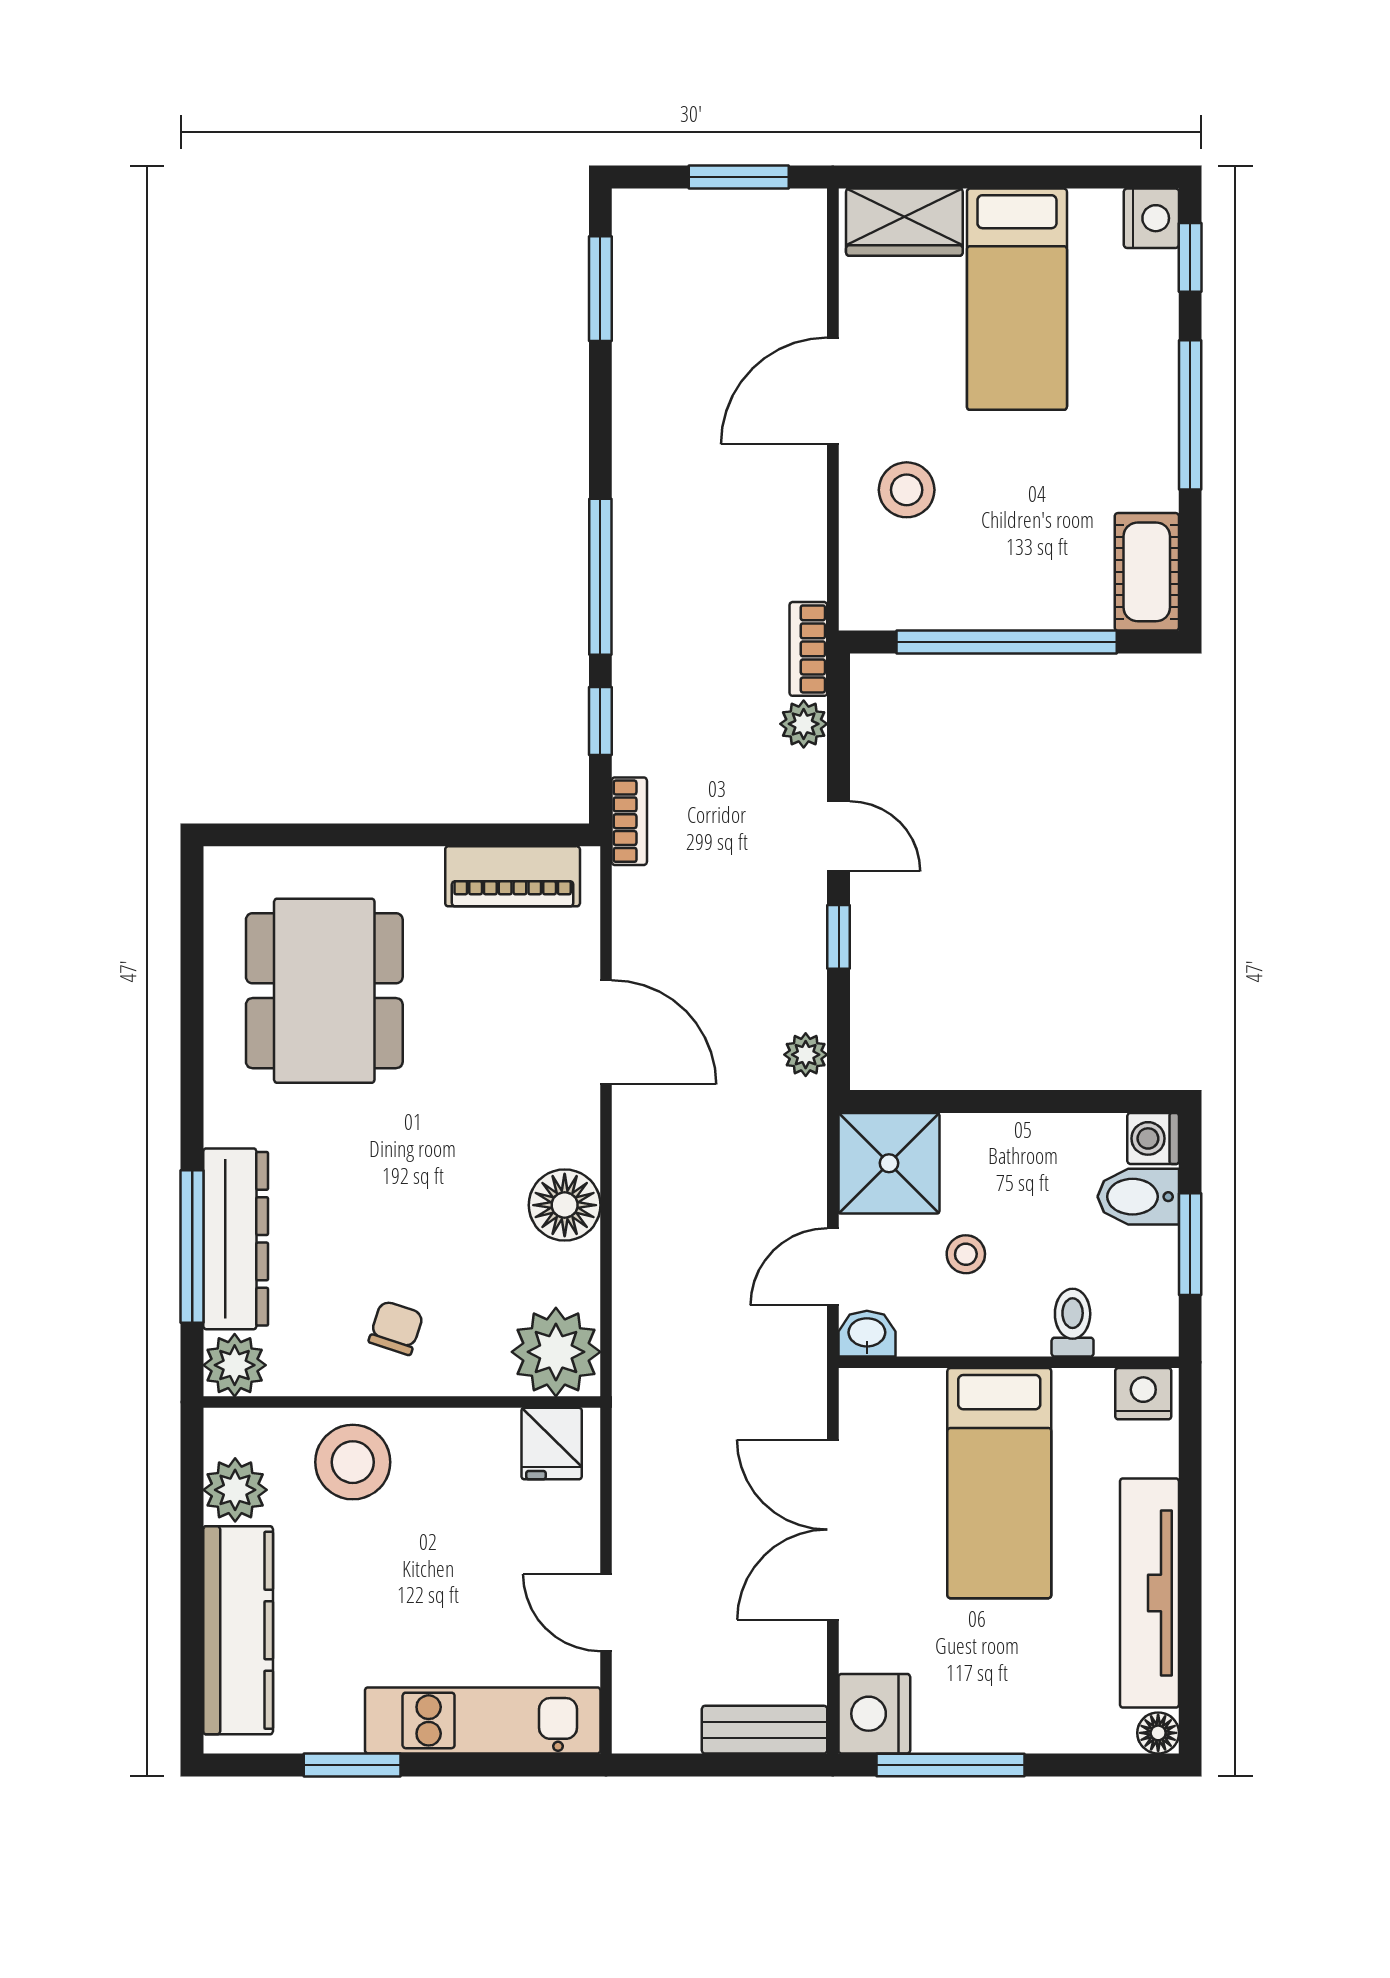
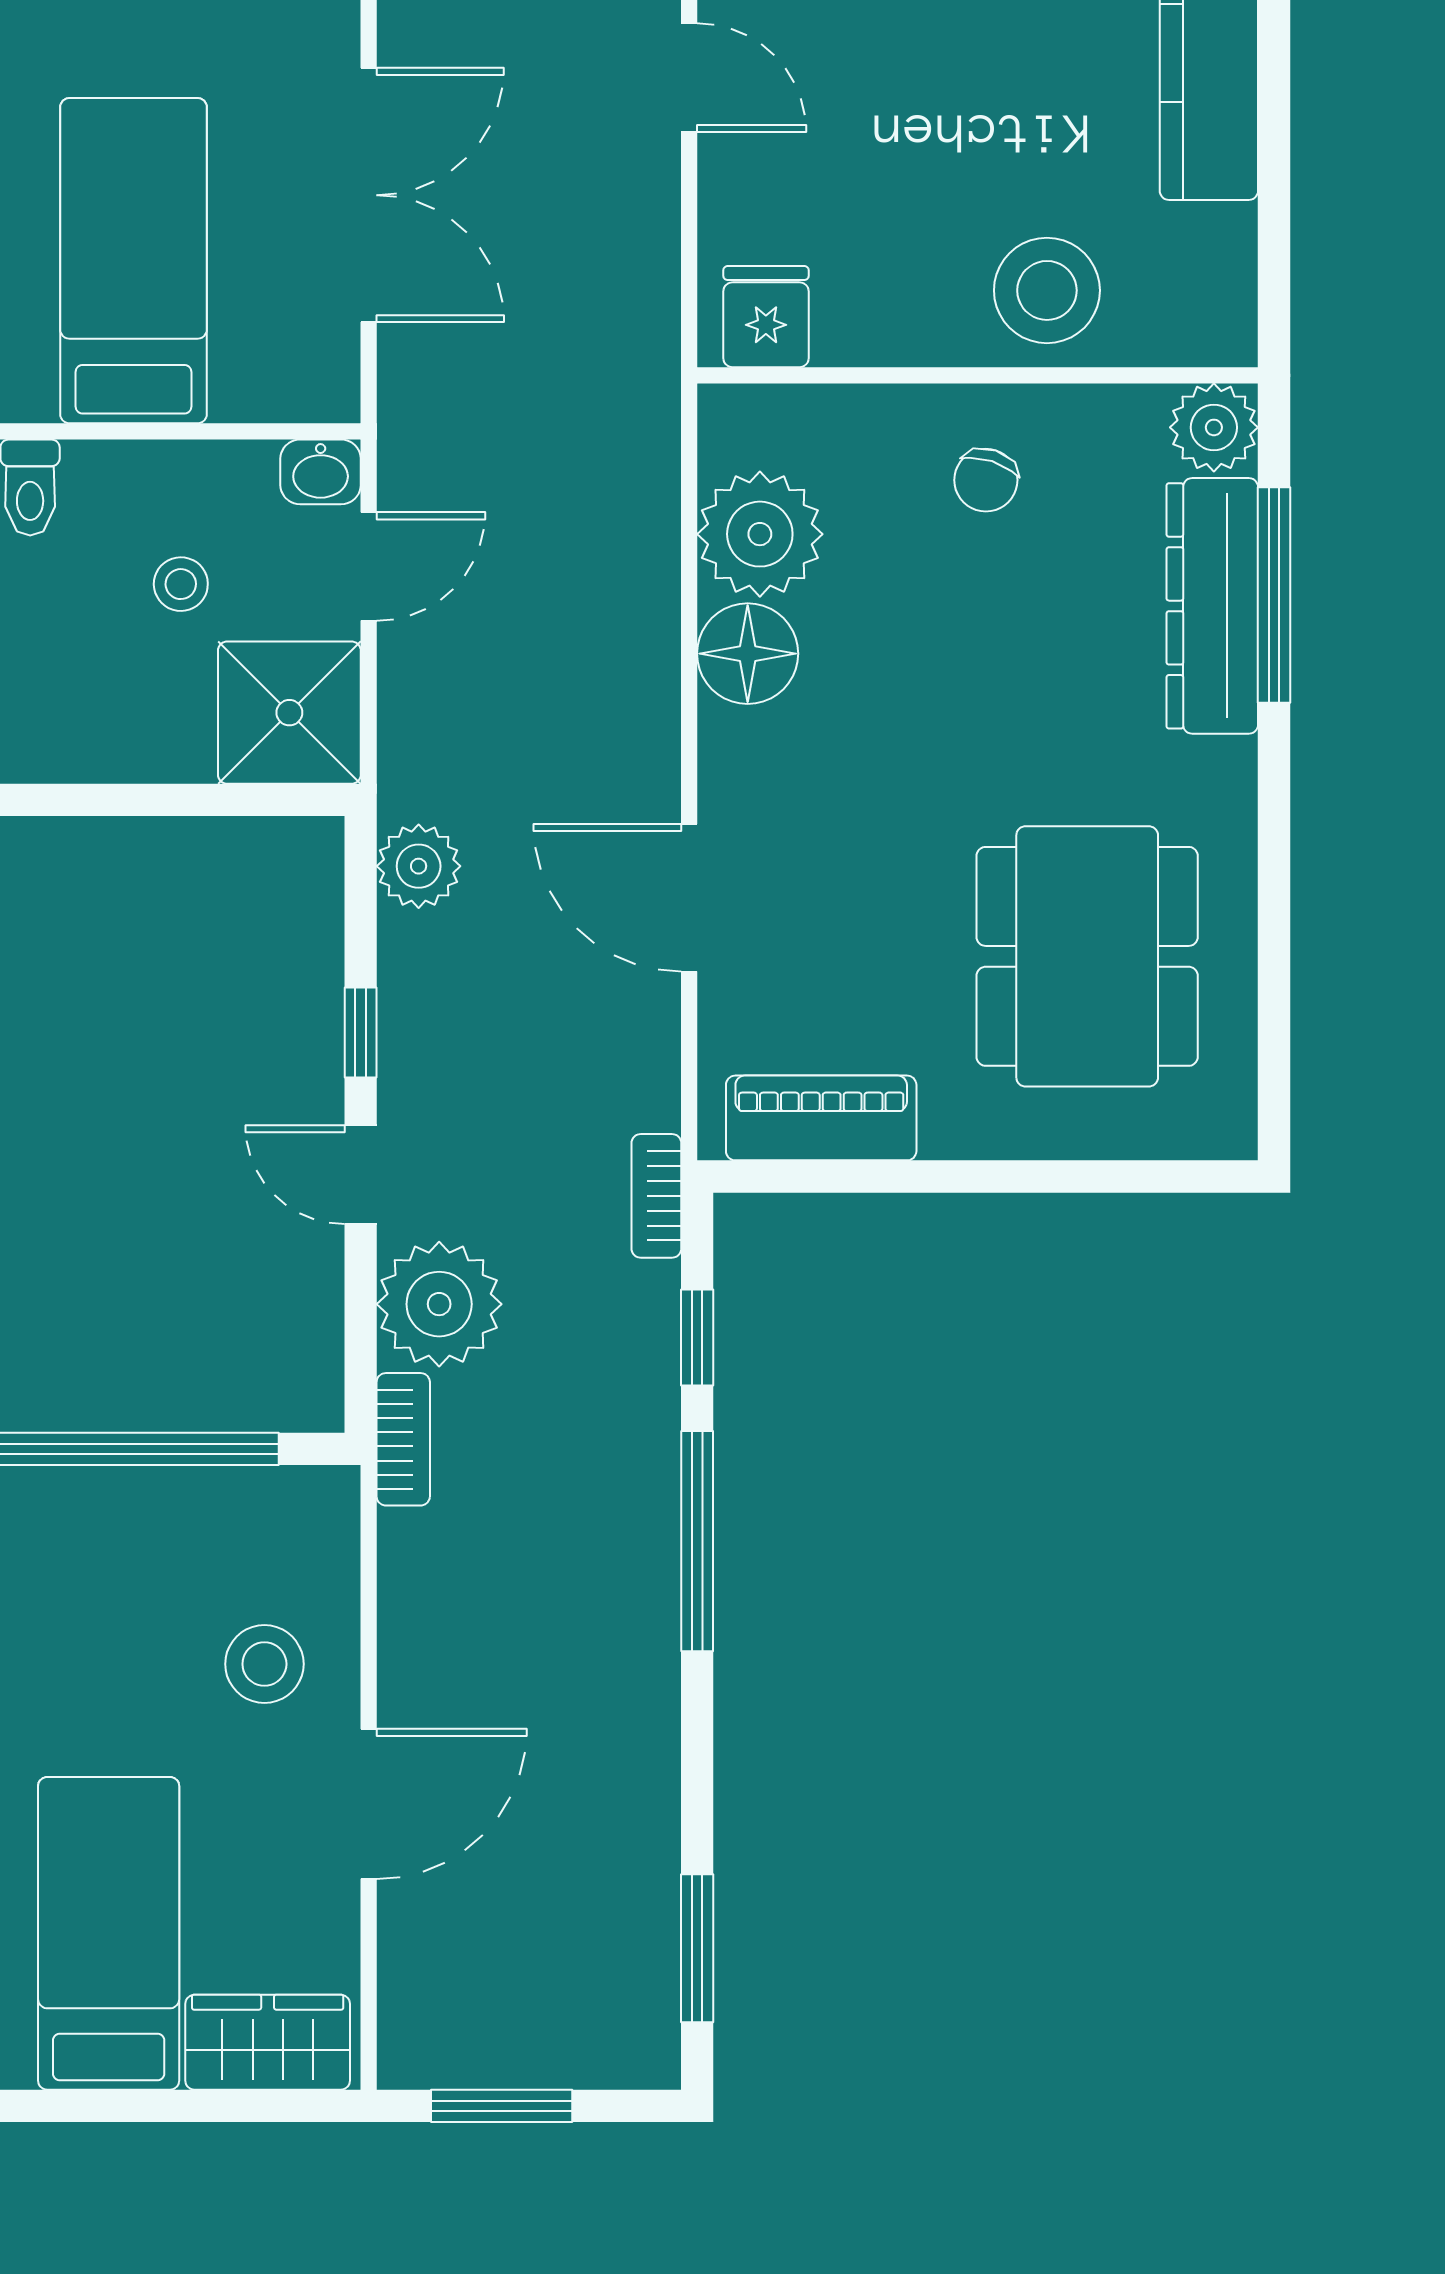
plant: (804, 724) -> (439, 1304), width x1.88, depth x1.88
plant: (806, 1055) -> (419, 866), width x1.38, depth x1.38
plant: (556, 1352) -> (760, 534), moved
plant: (235, 1490) -> (1213, 251), removed

